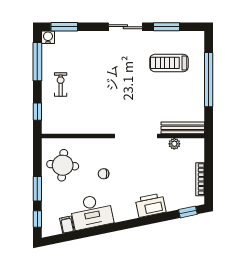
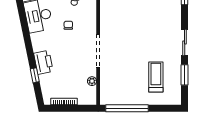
window: (209, 80) -> (127, 108), moved
bench: (183, 128) -> (105, 88), removed
window: (188, 212) -> (35, 75), moved

